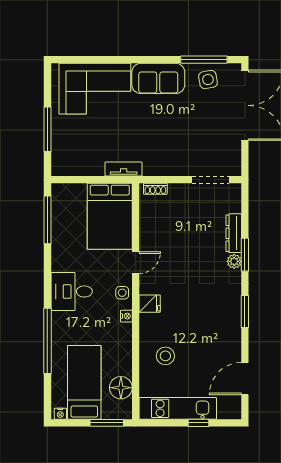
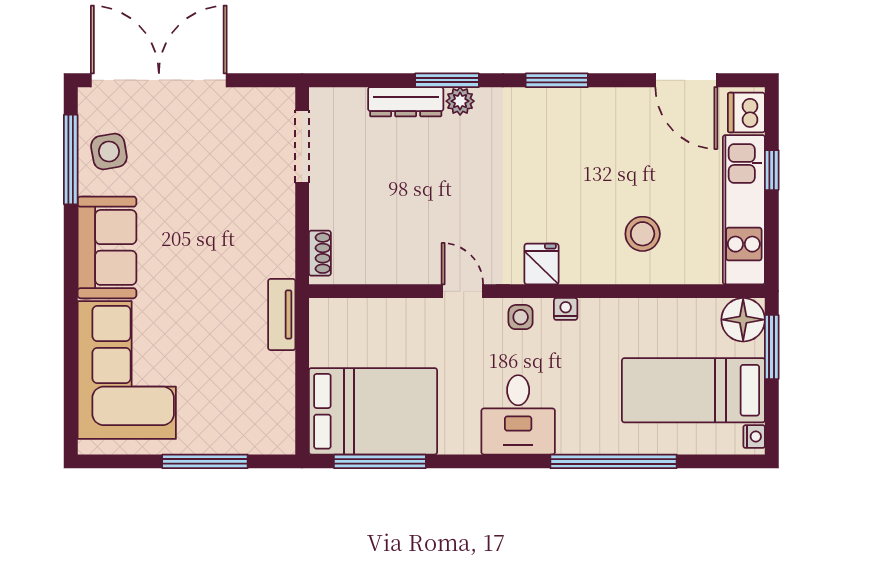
bed: (110, 216) -> (373, 411), moved
floor lamp: (121, 388) -> (743, 320), moved
dishwasher: (228, 410) -> (746, 113), added

